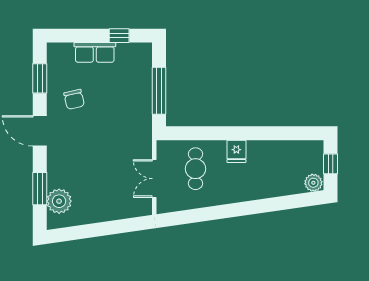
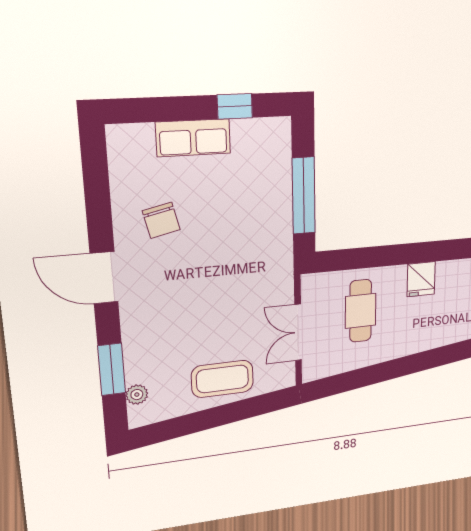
window: (40, 78) -> (97, 189), removed
plant: (59, 201) -> (137, 395), width x0.53, depth x0.53
coffee table: (106, 204) -> (222, 379), added

